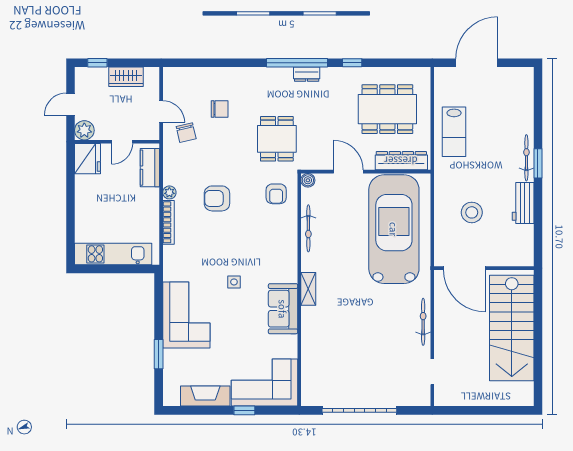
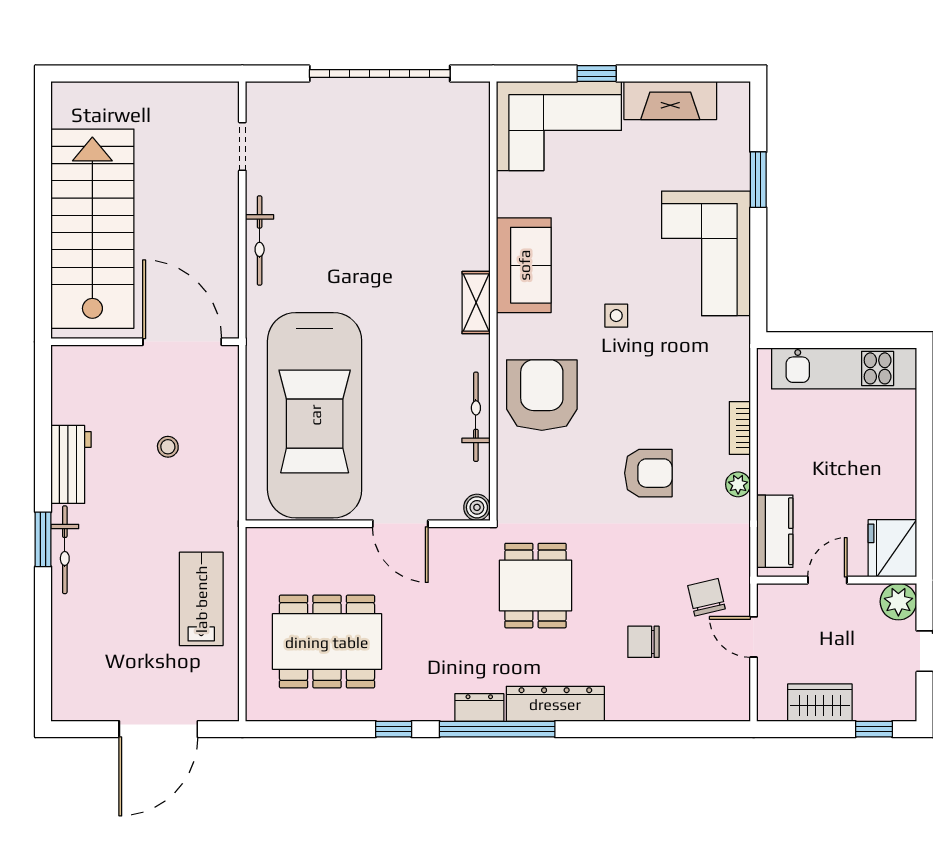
dresser: (401, 161) -> (555, 704), moved, turned 180
armchair: (276, 194) -> (542, 395), moved, width x1.88, depth x1.88
stool: (472, 212) -> (168, 447), width x0.53, depth x0.53
bookcase: (168, 222) -> (740, 428), width x0.64

